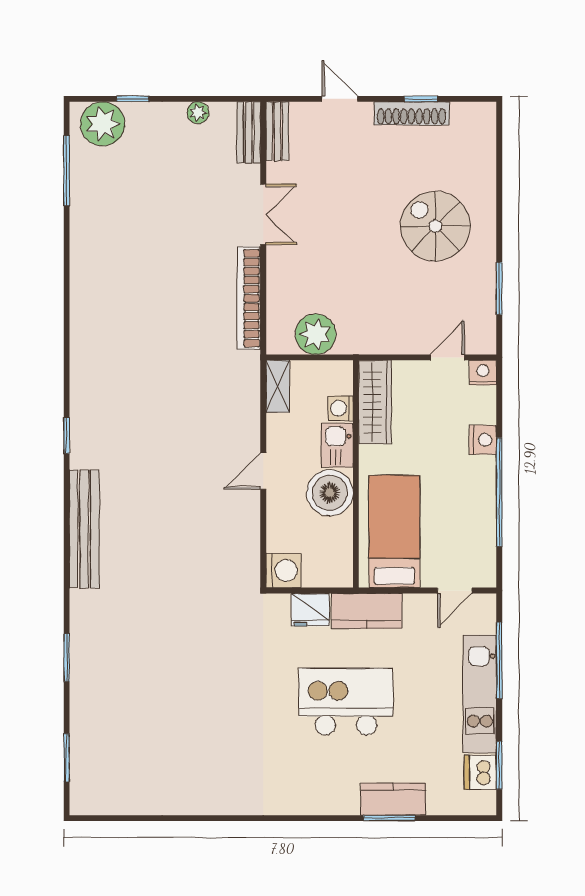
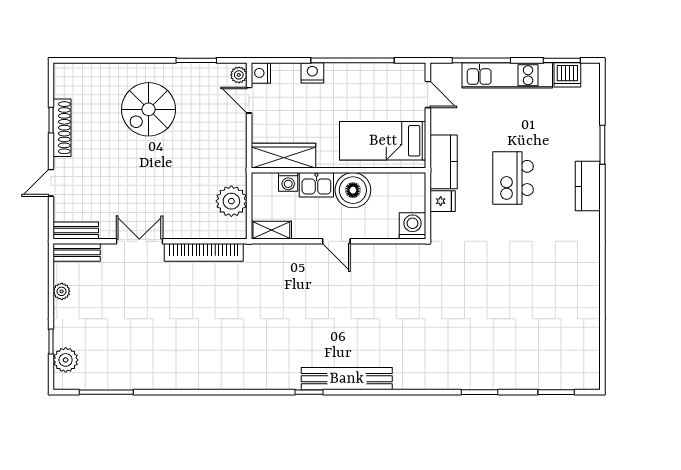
plant: (103, 124) -> (66, 360), width x0.73, depth x0.73
plant: (480, 344) -> (239, 75), added
bench: (84, 529) -> (347, 379), moved
fridge: (310, 610) -> (443, 201), width x0.72
kitchen island: (346, 702) -> (513, 178), width x0.73, depth x0.78
kitchen counter: (393, 799) -> (588, 186), moved

